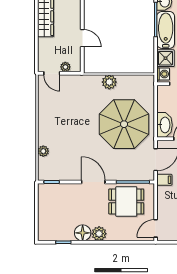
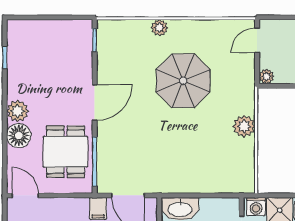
plant: (65, 67) -> (266, 76), moved
parasol: (124, 124) -> (183, 81), moved, width x0.73, depth x0.73
plant: (43, 151) -> (159, 28), moved
floor lamp: (83, 233) -> (19, 136), moved

